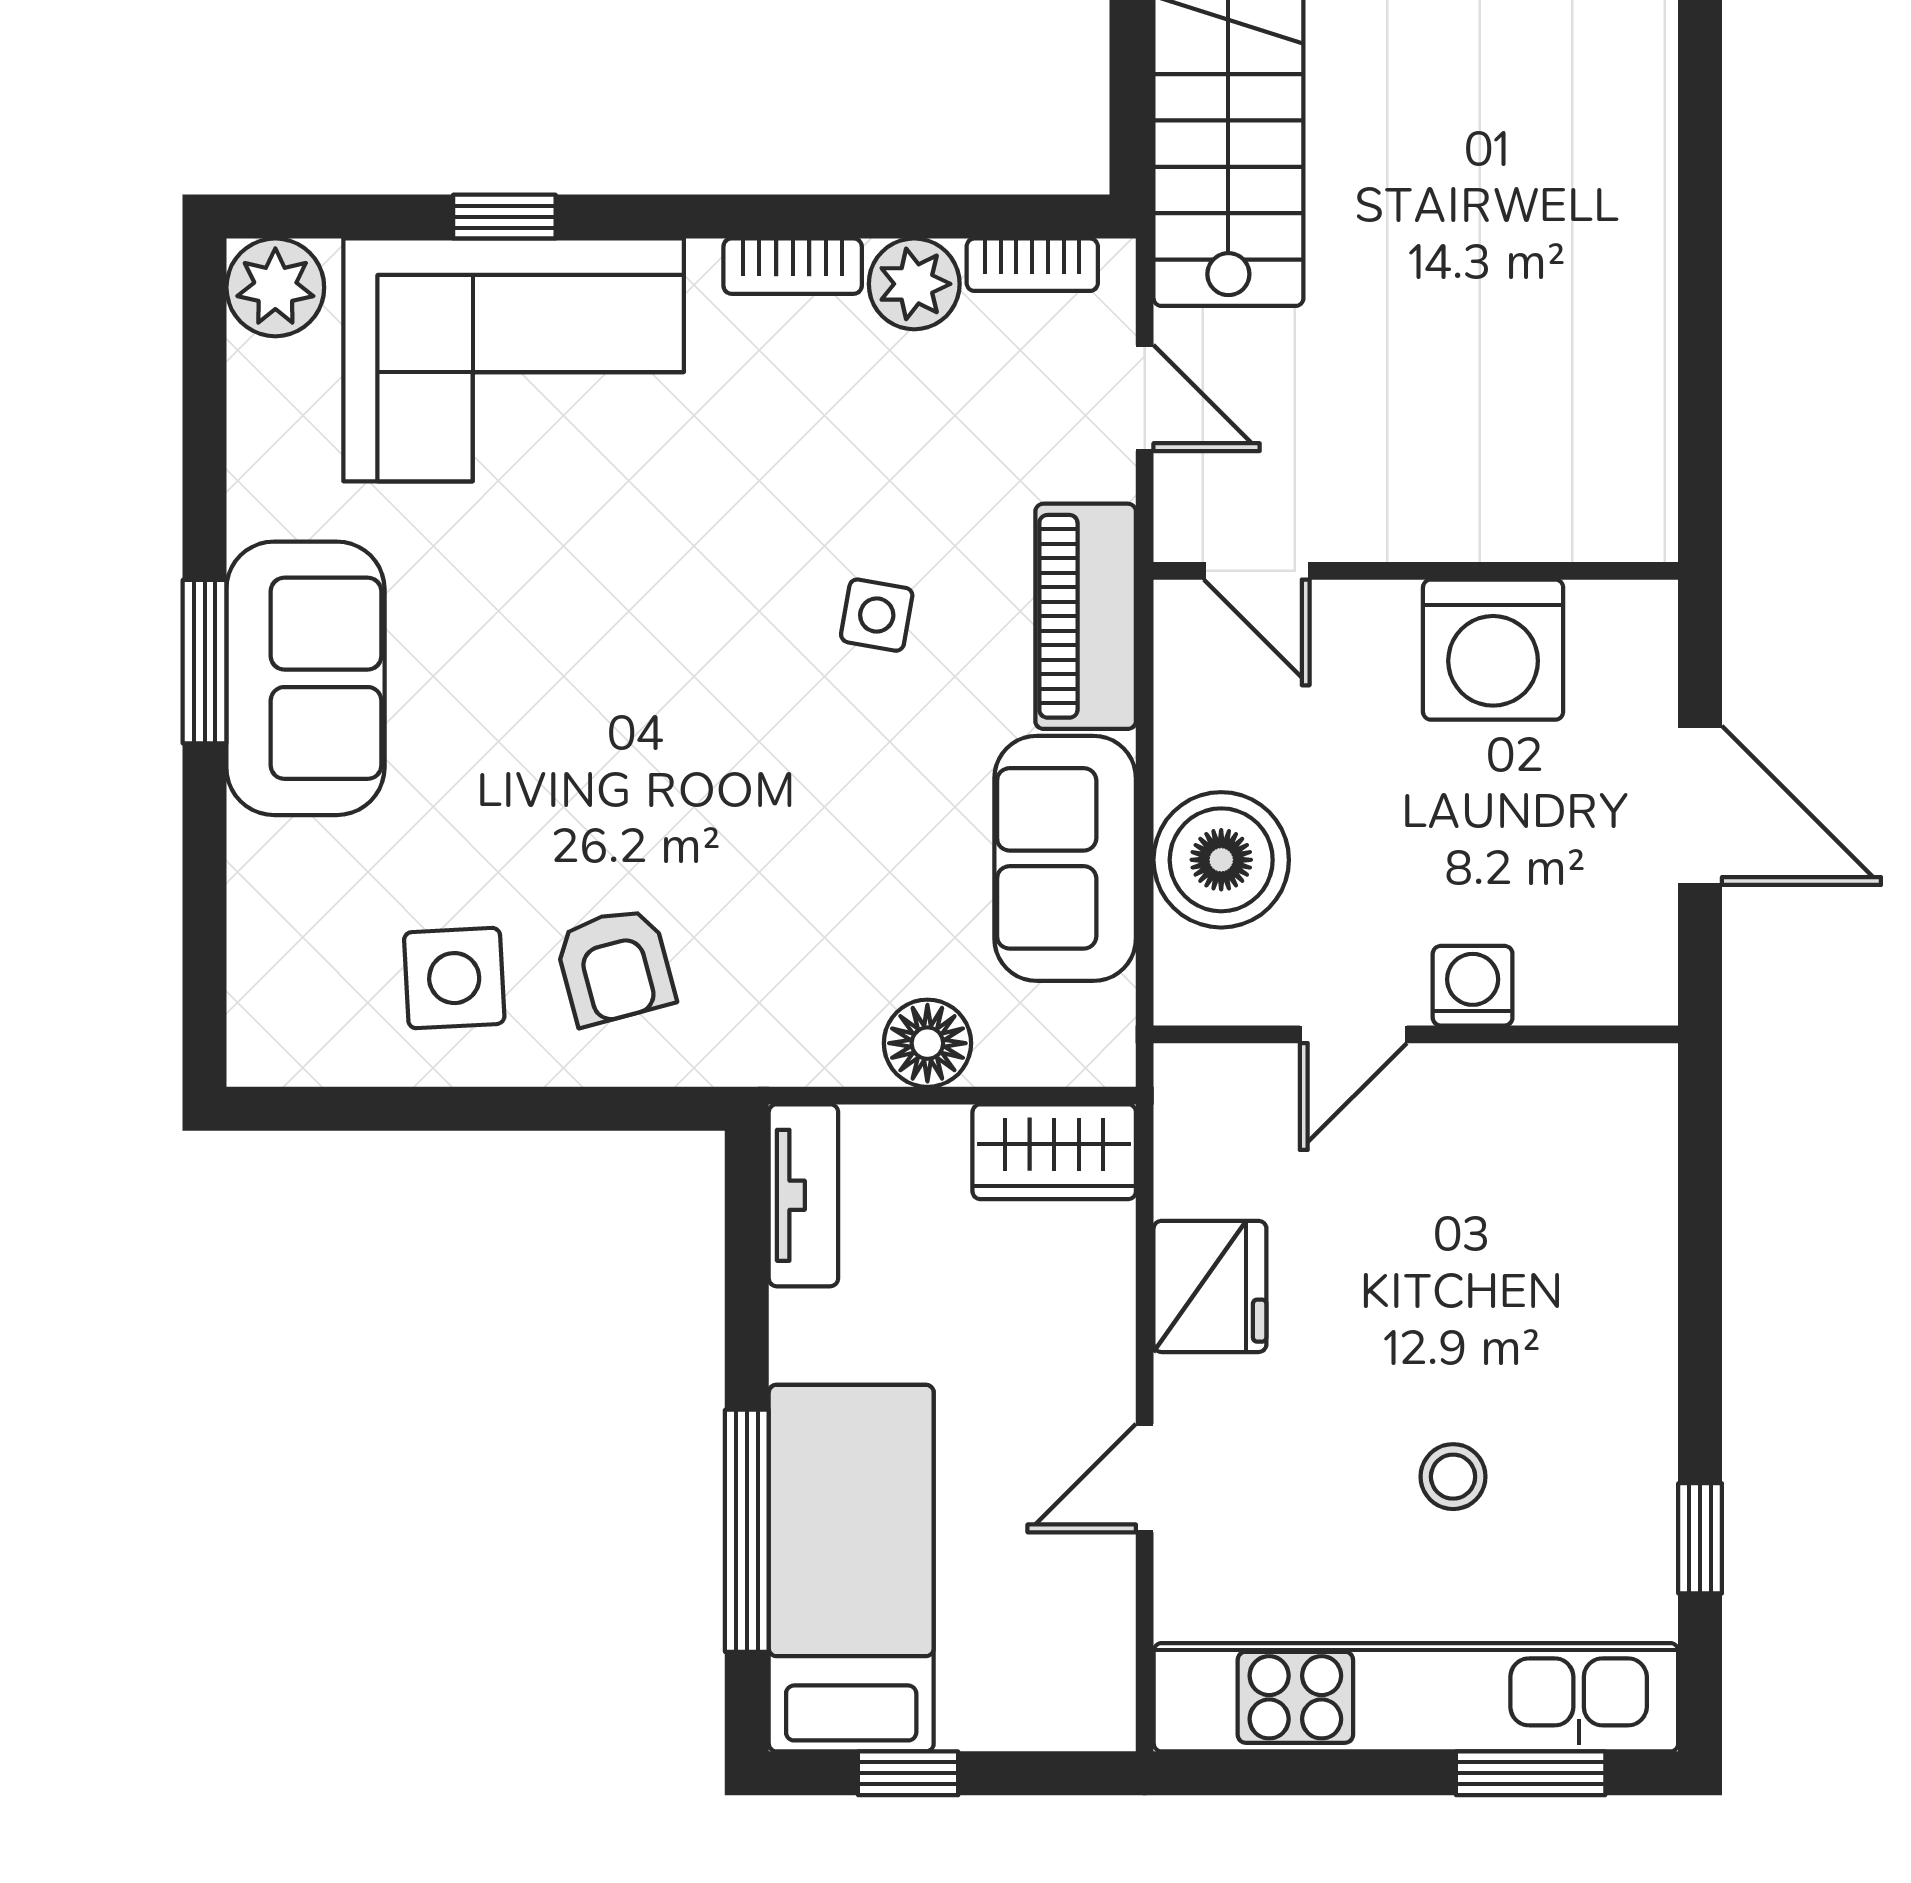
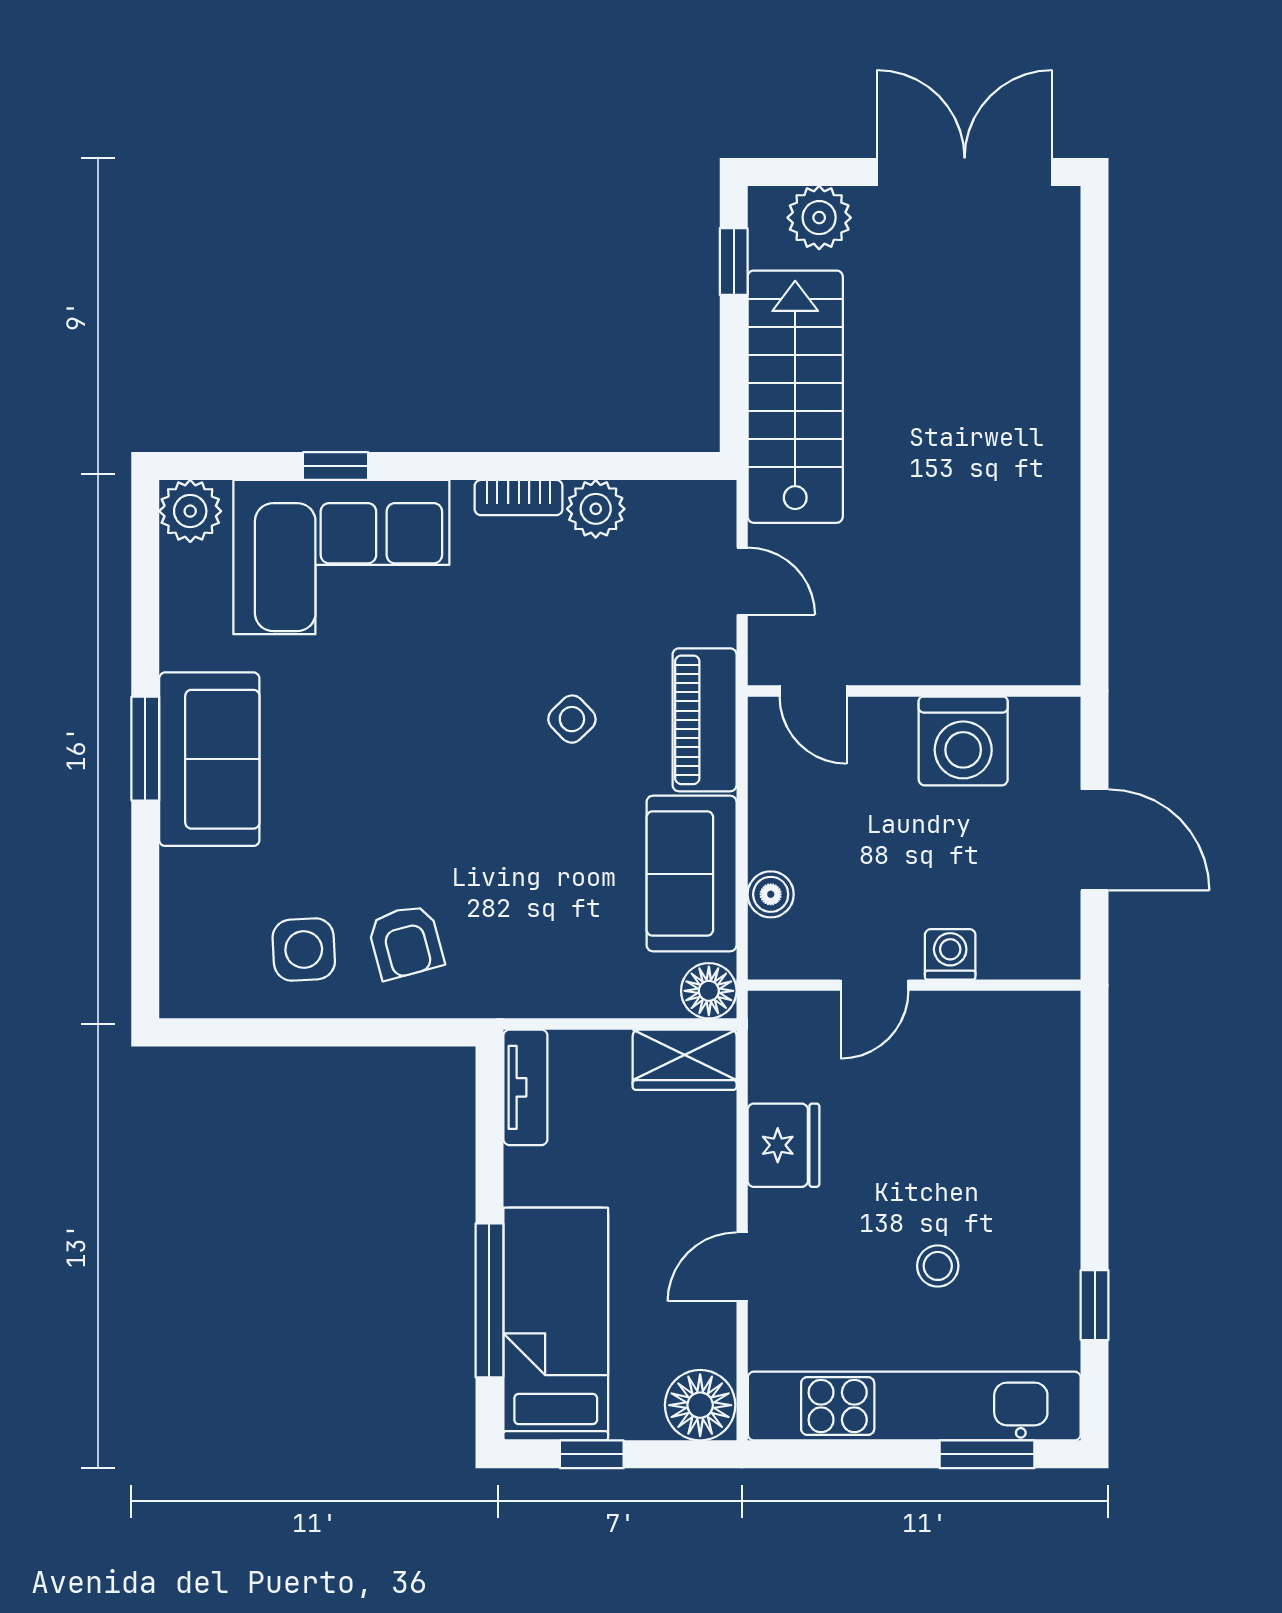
bookcase: (1032, 265) -> (671, 497), removed
side table: (877, 615) -> (572, 719), turned 36
boiler: (1221, 860) -> (771, 894), width x0.54, depth x0.54
floor lamp: (927, 1043) -> (709, 991), moved
floor lamp: (1079, 1696) -> (700, 1405), added

